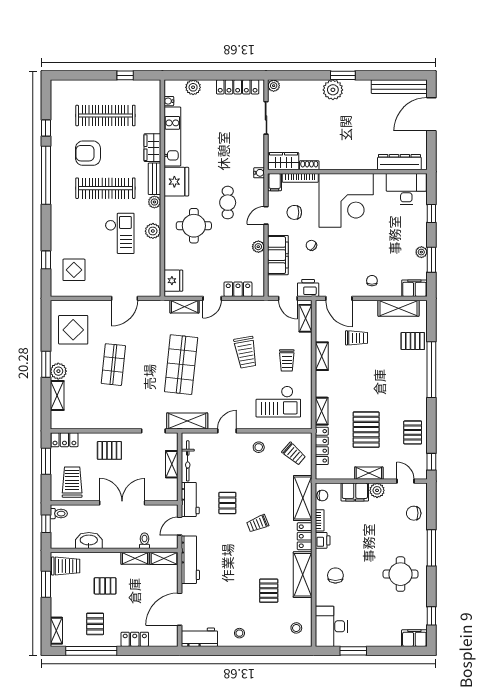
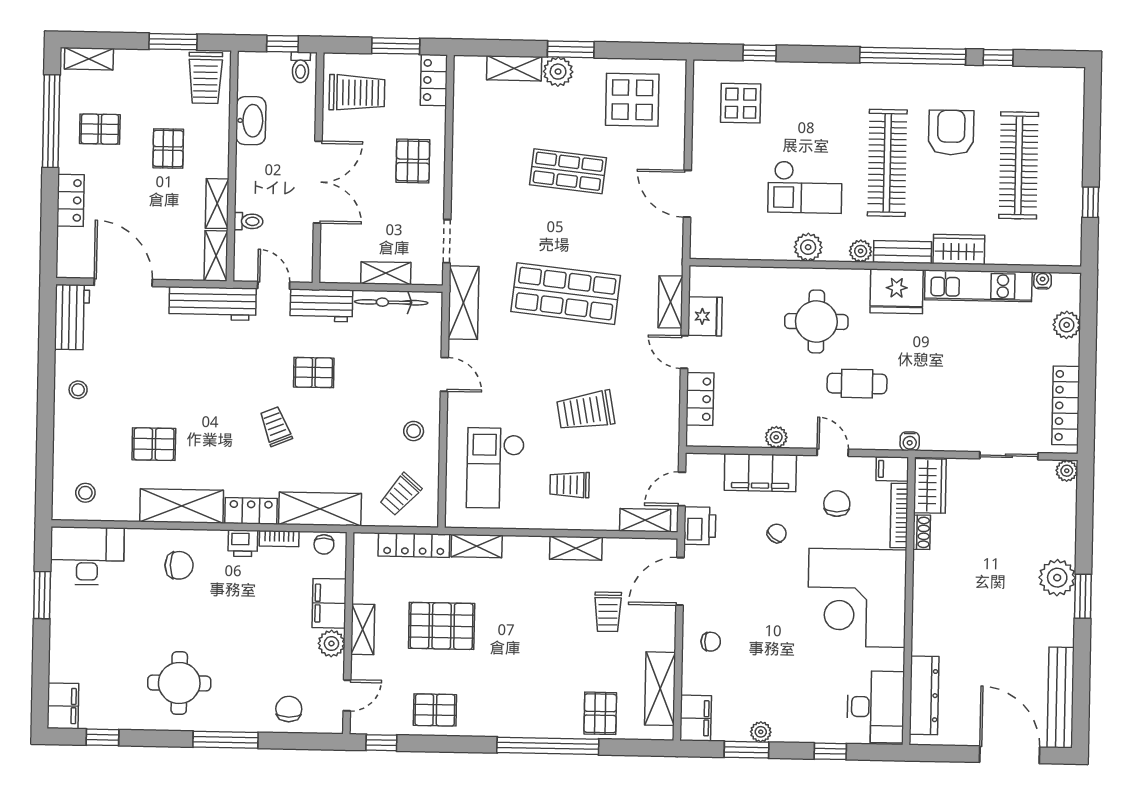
fridge: (173, 281) -> (705, 316), moved, turned -90

